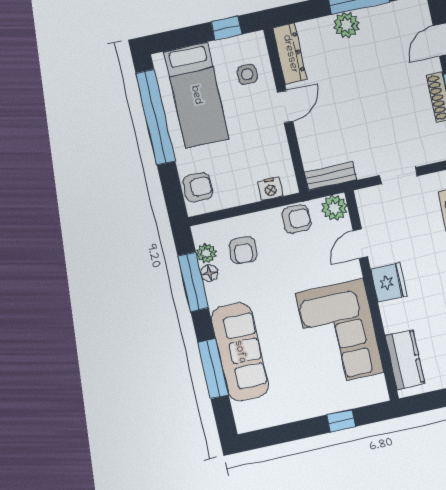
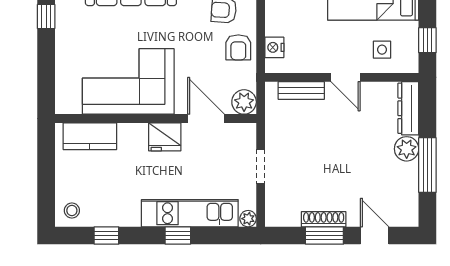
dresser: (290, 54) -> (408, 108), moved, turned 90
bench: (331, 176) -> (301, 90), moved, turned 90
armchair: (296, 219) -> (238, 47), moved
door: (360, 244) -> (206, 119), width x1.38
window: (341, 421) -> (46, 16), moved

